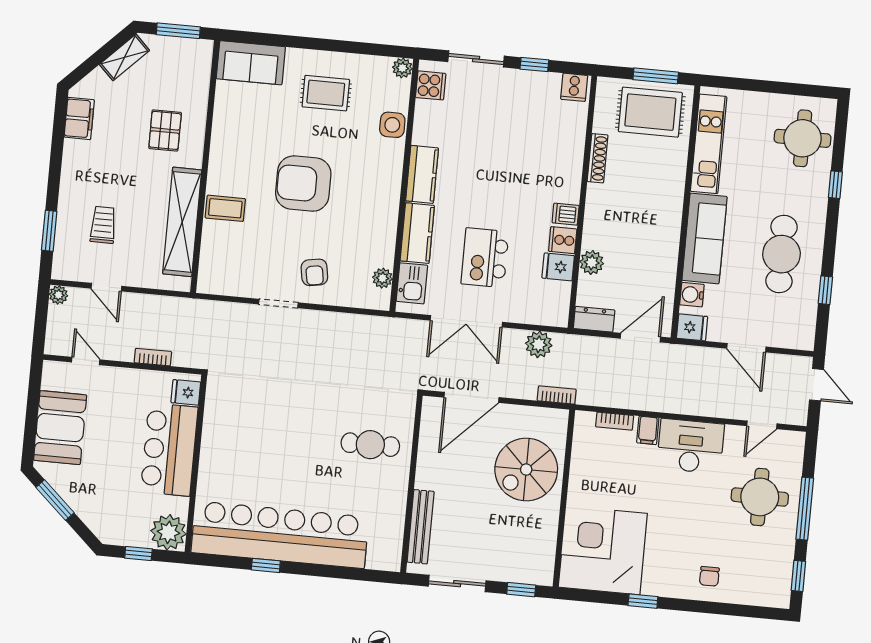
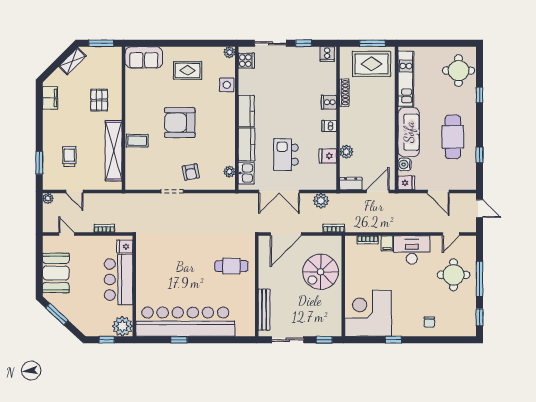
cooker: (563, 240) -> (329, 102), moved

